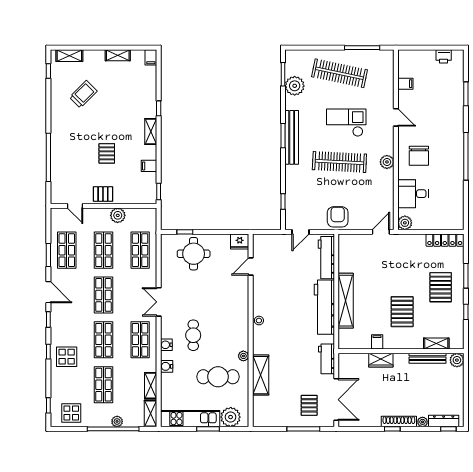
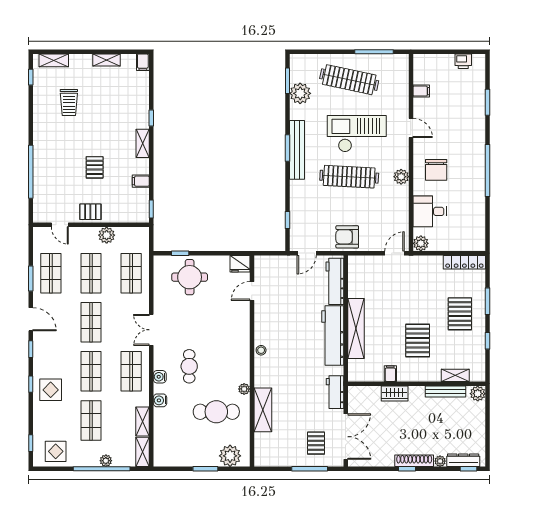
trolley: (83, 94) -> (69, 103), turned 135
checkout: (346, 123) -> (357, 134), width x1.36, depth x1.21
armchair: (338, 217) -> (347, 237), turned -90
kitchen unit: (190, 419) -> (186, 458), removed

